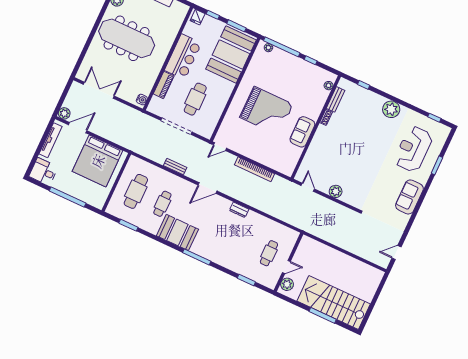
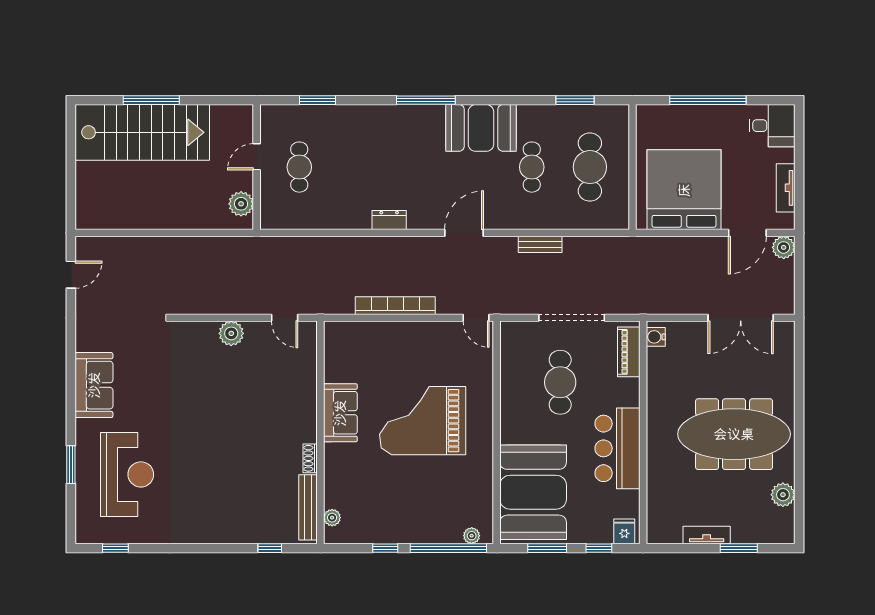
piano: (164, 85) -> (629, 352), moved
bench: (336, 99) -> (308, 507), width x1.36
plant: (391, 109) -> (200, 527), removed
tv unit: (51, 140) -> (786, 188), width x0.71
door: (220, 147) -> (476, 318), swing flipped
plant: (287, 284) -> (241, 204), moved

